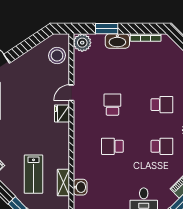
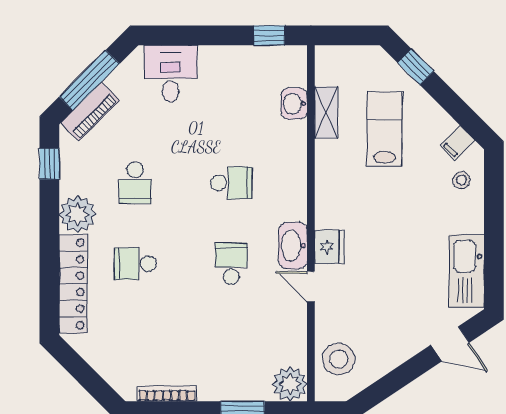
washbasin: (117, 41) -> (293, 246), moved, turned -90
door: (71, 93) -> (311, 287), swing flipped
school desk: (112, 105) -> (231, 264), turned 180
school desk: (162, 146) -> (135, 183), turned -90

